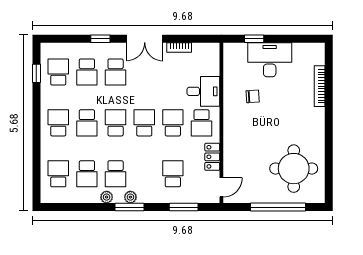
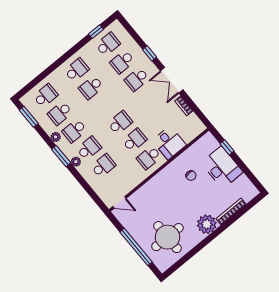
plant: (313, 120) -> (207, 224), added
school desk: (116, 123) -> (89, 148), moved
locker: (212, 157) -> (134, 181), removed
plant: (130, 197) -> (76, 162), moved
window: (184, 207) -> (29, 117), moved

